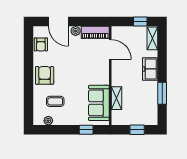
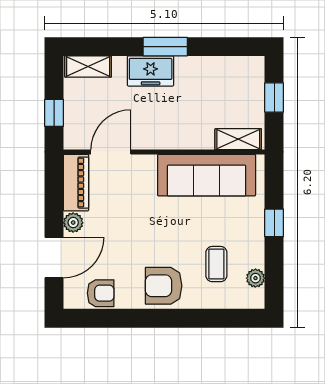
window: (140, 22) -> (54, 113), moved
window: (162, 93) -> (165, 47), moved
shelving: (117, 98) -> (238, 139), moved
sofa: (99, 103) -> (207, 175), width x1.36
window: (86, 130) -> (274, 223), moved

